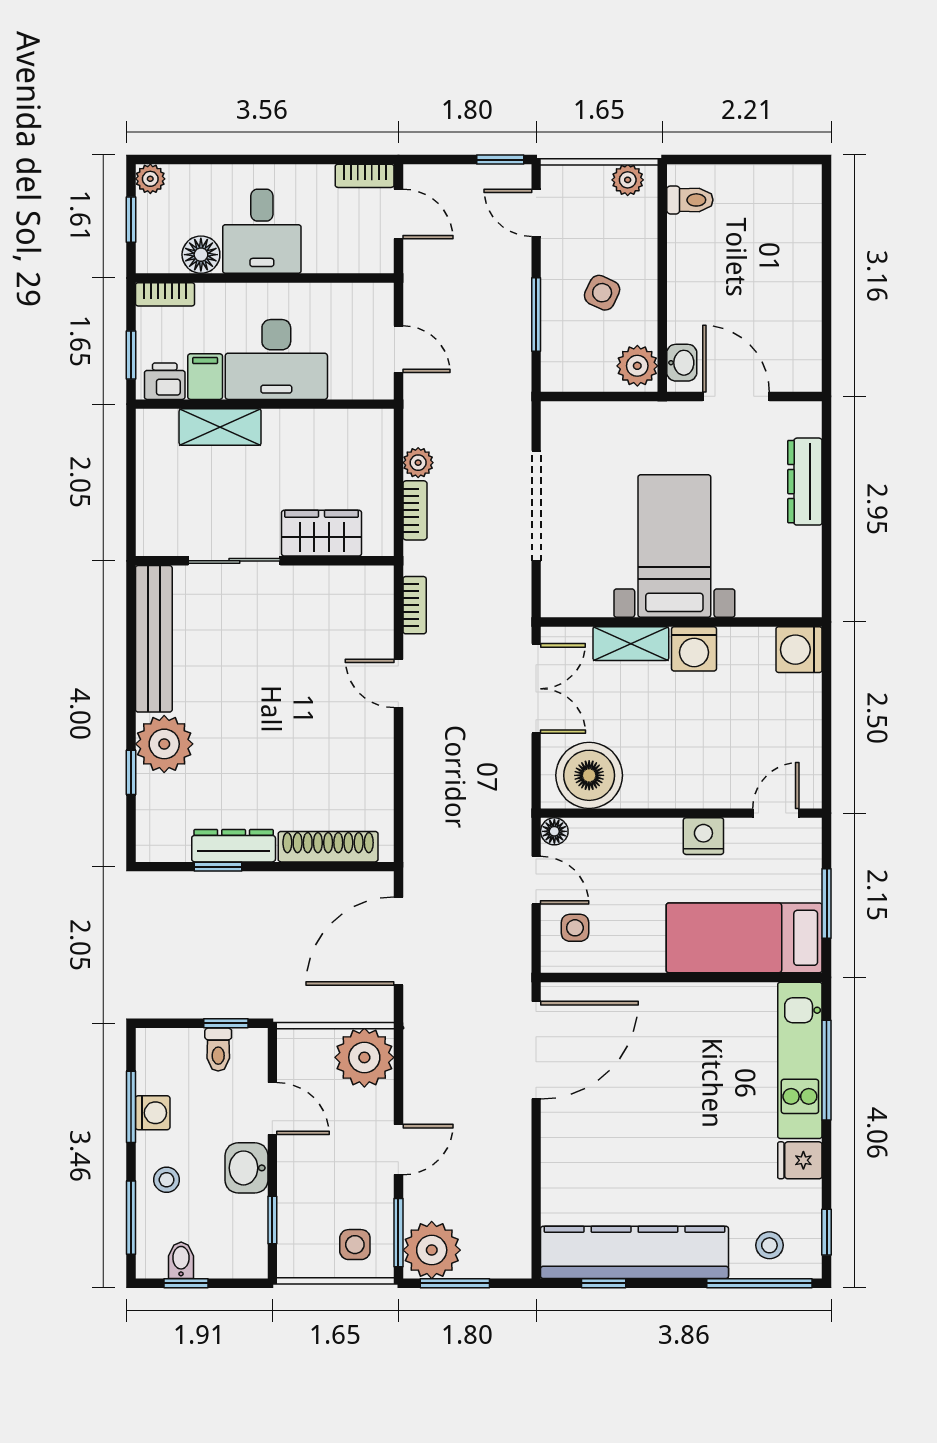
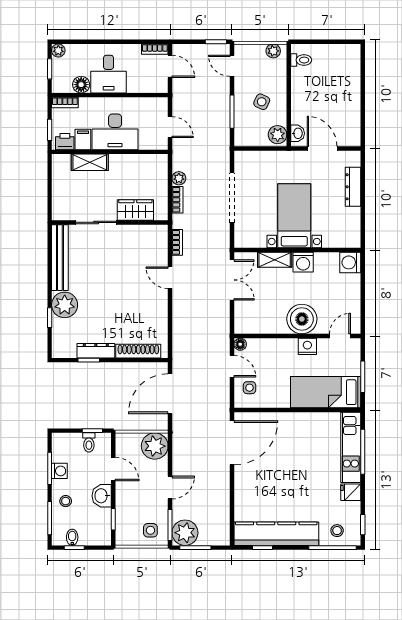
boiler: (589, 775) -> (302, 319), moved

